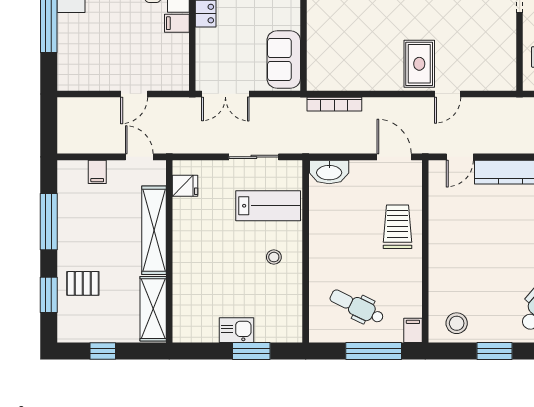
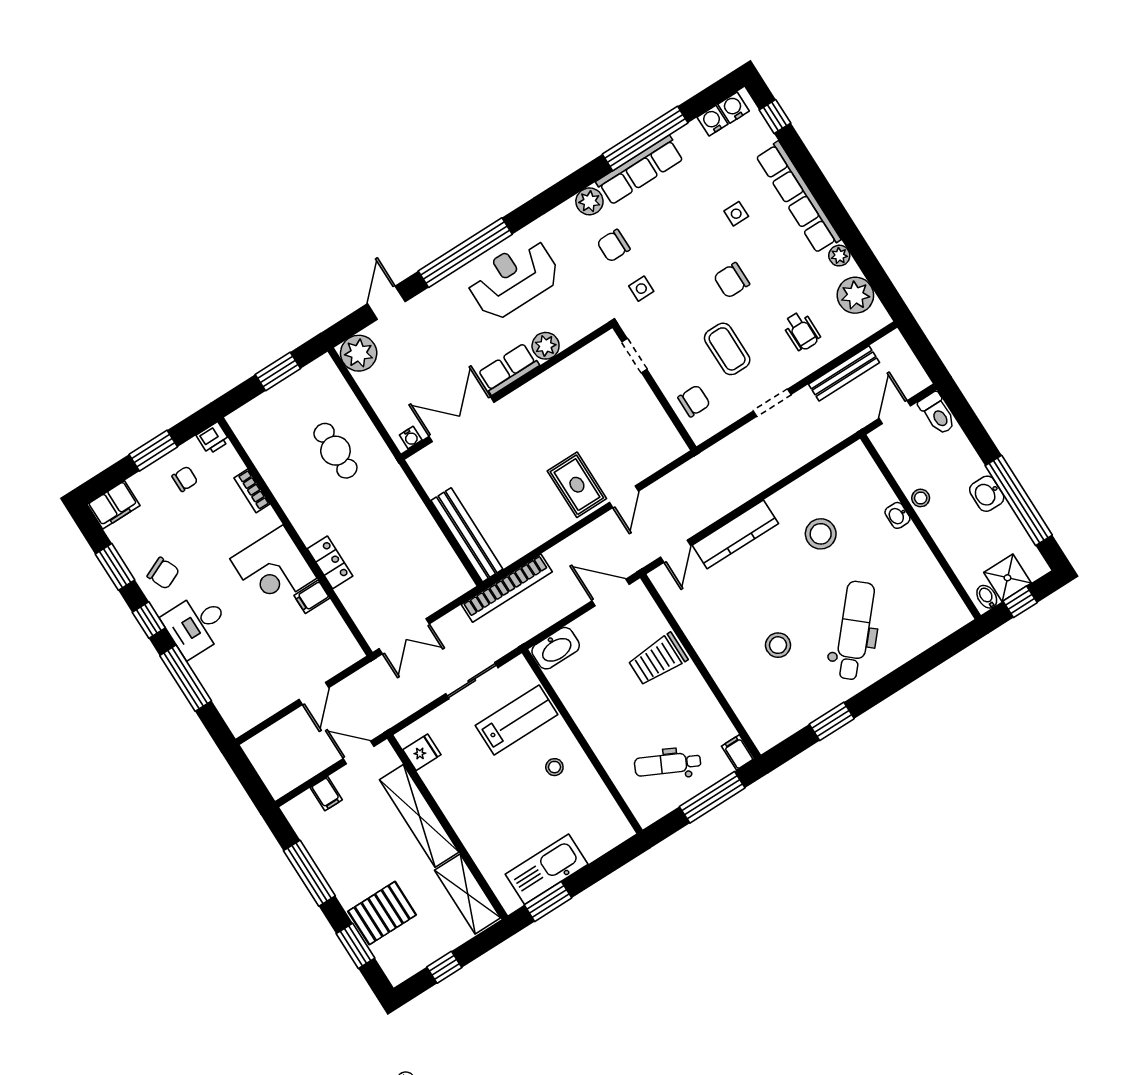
bench: (317, 50) -> (467, 535), added
sofa: (284, 60) -> (440, 566), removed
bookcase: (334, 104) -> (507, 588), width x1.48, depth x1.31
trolley: (397, 227) -> (658, 659), turned -90
pallet: (83, 283) -> (382, 913), width x1.50, depth x1.42
stool: (457, 323) -> (778, 645), moved
kitchen sink: (236, 330) -> (547, 869), width x1.87, depth x1.24
window: (251, 351) -> (548, 901), moved

